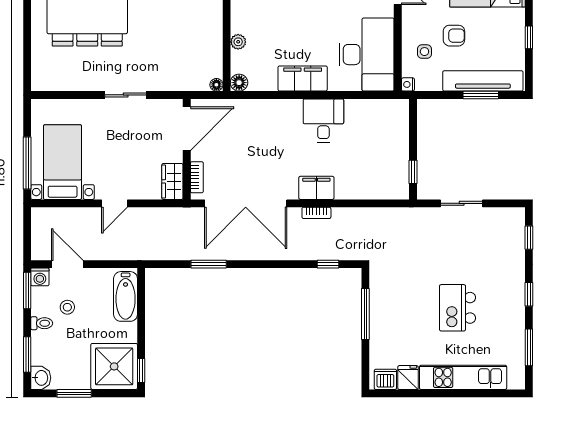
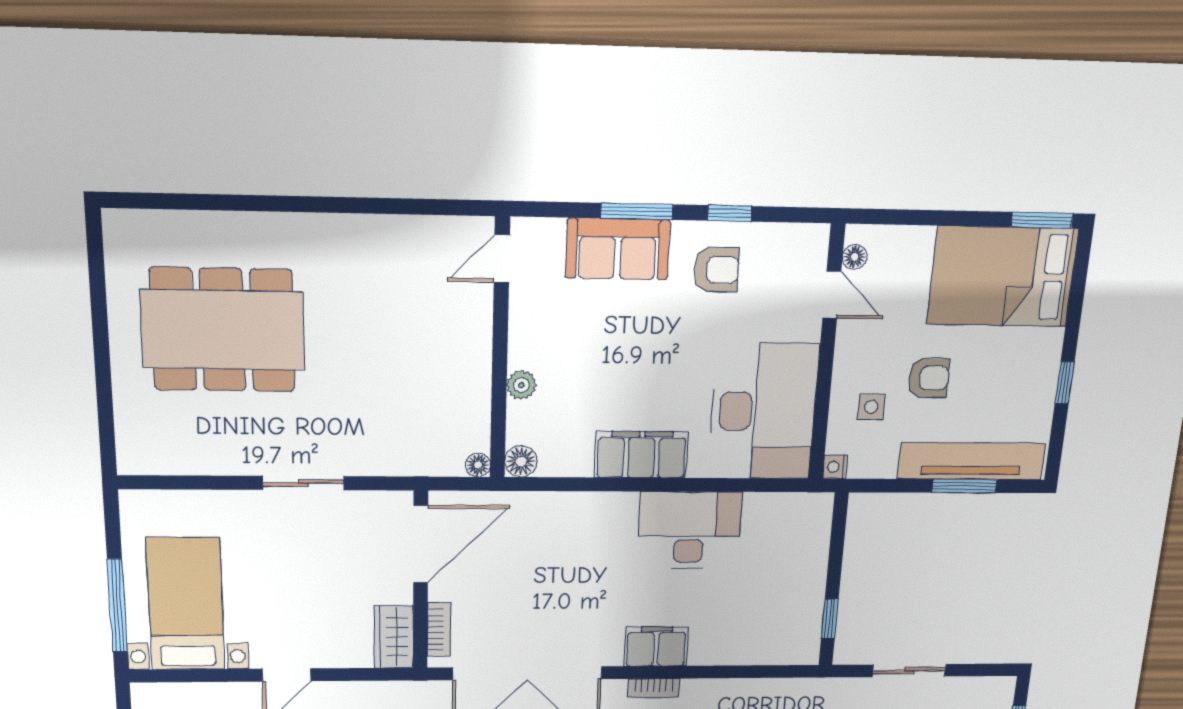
desk: (323, 120) -> (689, 530), width x1.37

